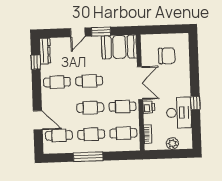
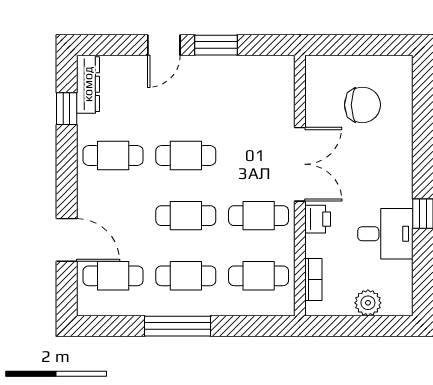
booth: (119, 47) -> (256, 81), removed
desk: (179, 113) -> (385, 234), width x0.73

